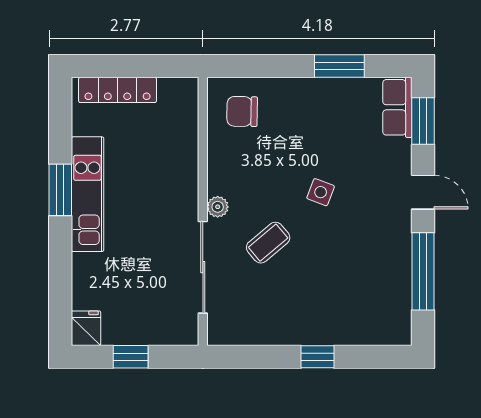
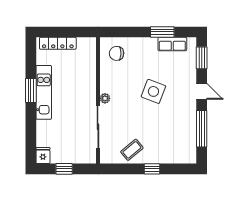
row of seats: (397, 107) -> (172, 44), moved, turned -90
side table: (321, 192) -> (153, 91), width x1.87, depth x1.87
coffee table: (268, 243) -> (132, 150), moved

